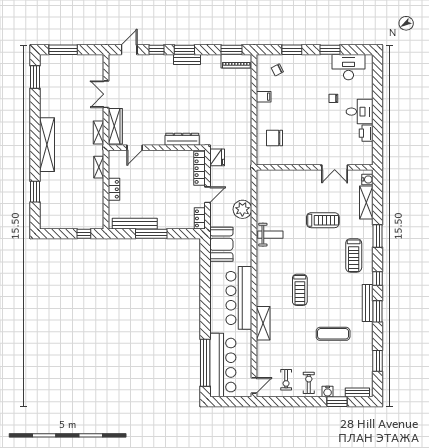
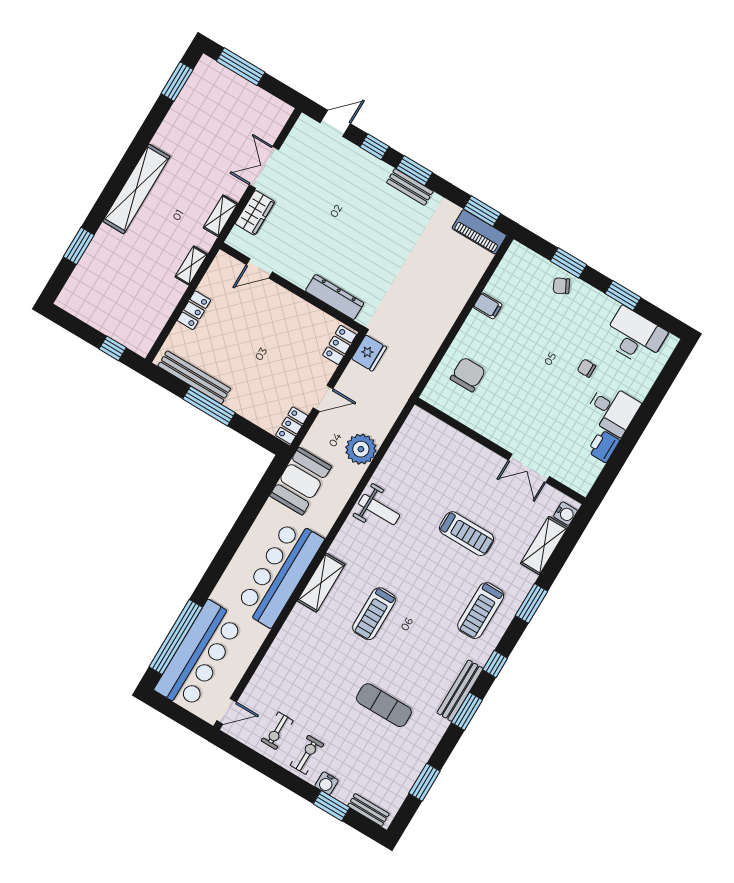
chair: (277, 70) -> (561, 286), moved
wardrobe: (115, 126) -> (255, 213), width x0.67
chair: (274, 138) -> (468, 374), turned 90
locker: (199, 168) -> (340, 345), width x0.66
shelving: (263, 323) -> (321, 583), moved

